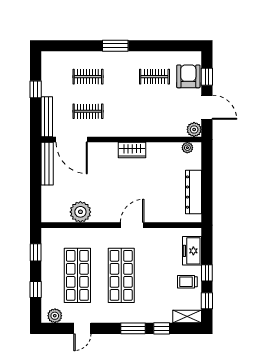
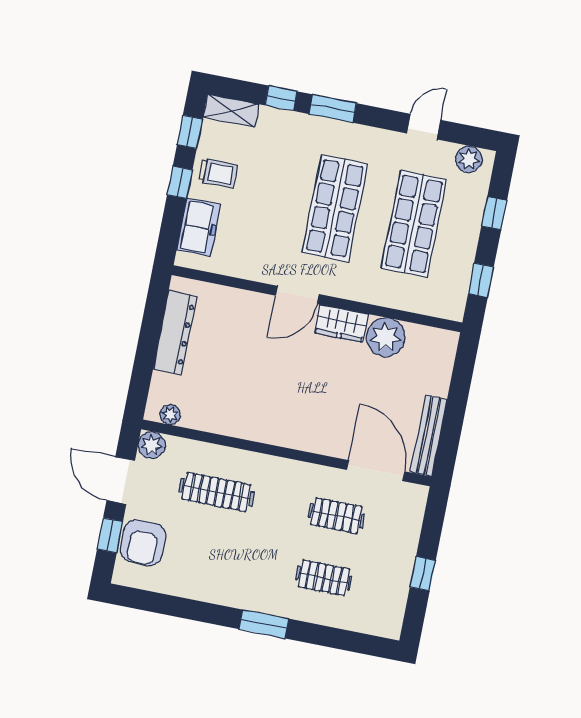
clothes rail: (154, 77) -> (217, 492), moved, width x1.36
bench: (47, 117) -> (413, 521), removed
wardrobe: (132, 150) -> (341, 323), moved, turned 180

